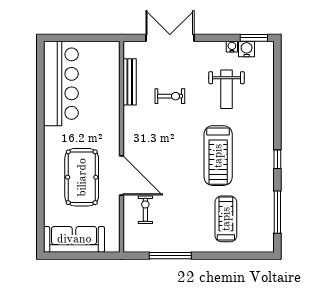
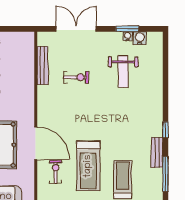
window: (254, 38) -> (127, 29), moved
treadmill: (218, 156) -> (88, 166), moved
bench: (267, 186) -> (157, 152), added

